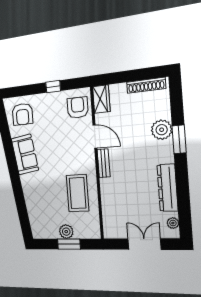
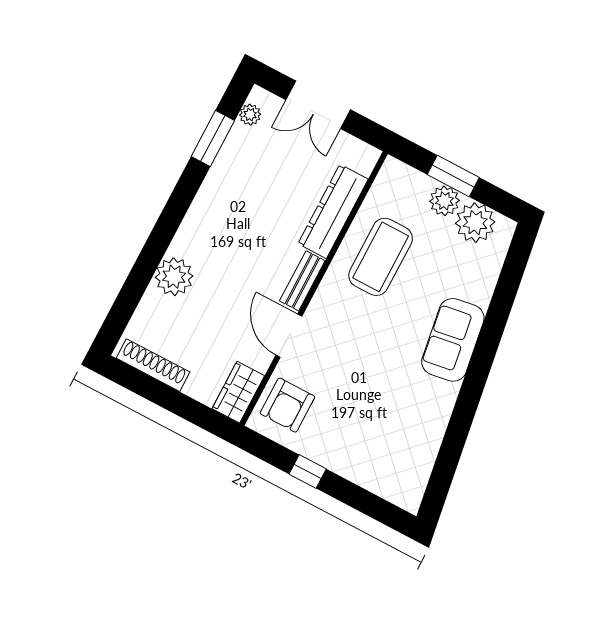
armchair: (22, 114) -> (395, 461), removed
window: (179, 139) -> (213, 138), moved
sofa: (25, 154) -> (453, 340), moved
dresser: (167, 188) -> (333, 211), moved, turned 180
plant: (49, 229) -> (475, 223), added

